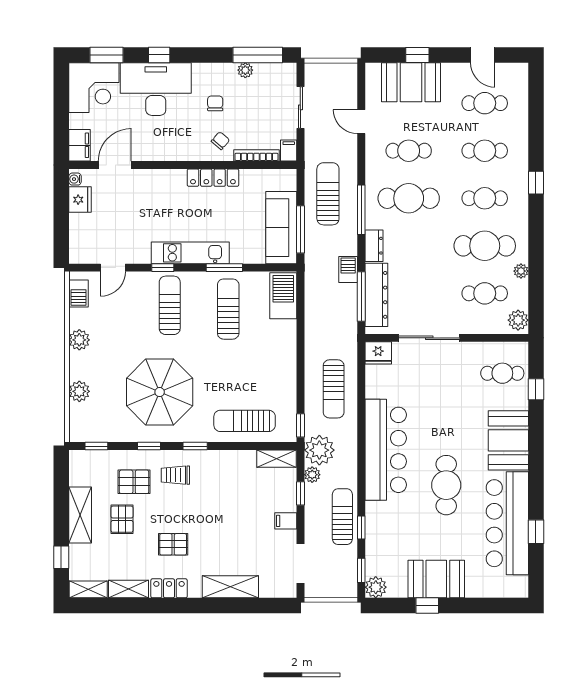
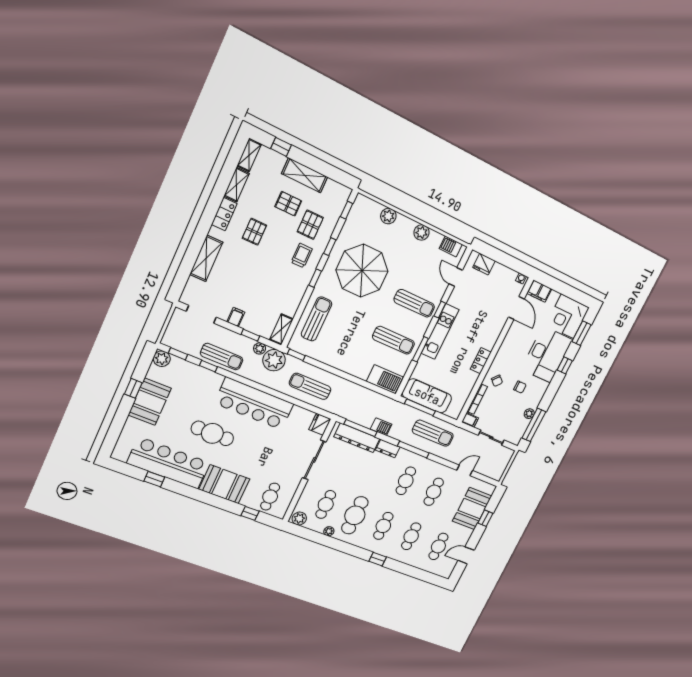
locker: (213, 178) -> (481, 361), width x0.66
cafe table: (409, 198) -> (406, 481), width x0.73, depth x0.74
fridge: (80, 200) -> (484, 264), moved

